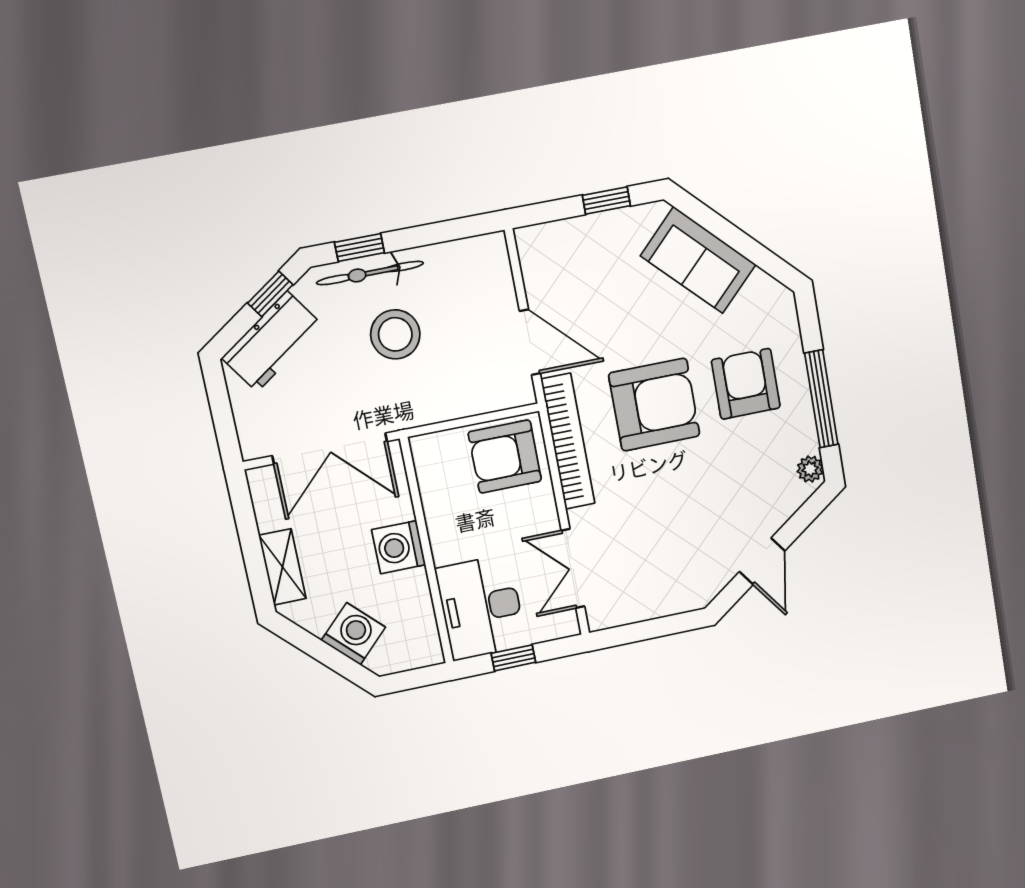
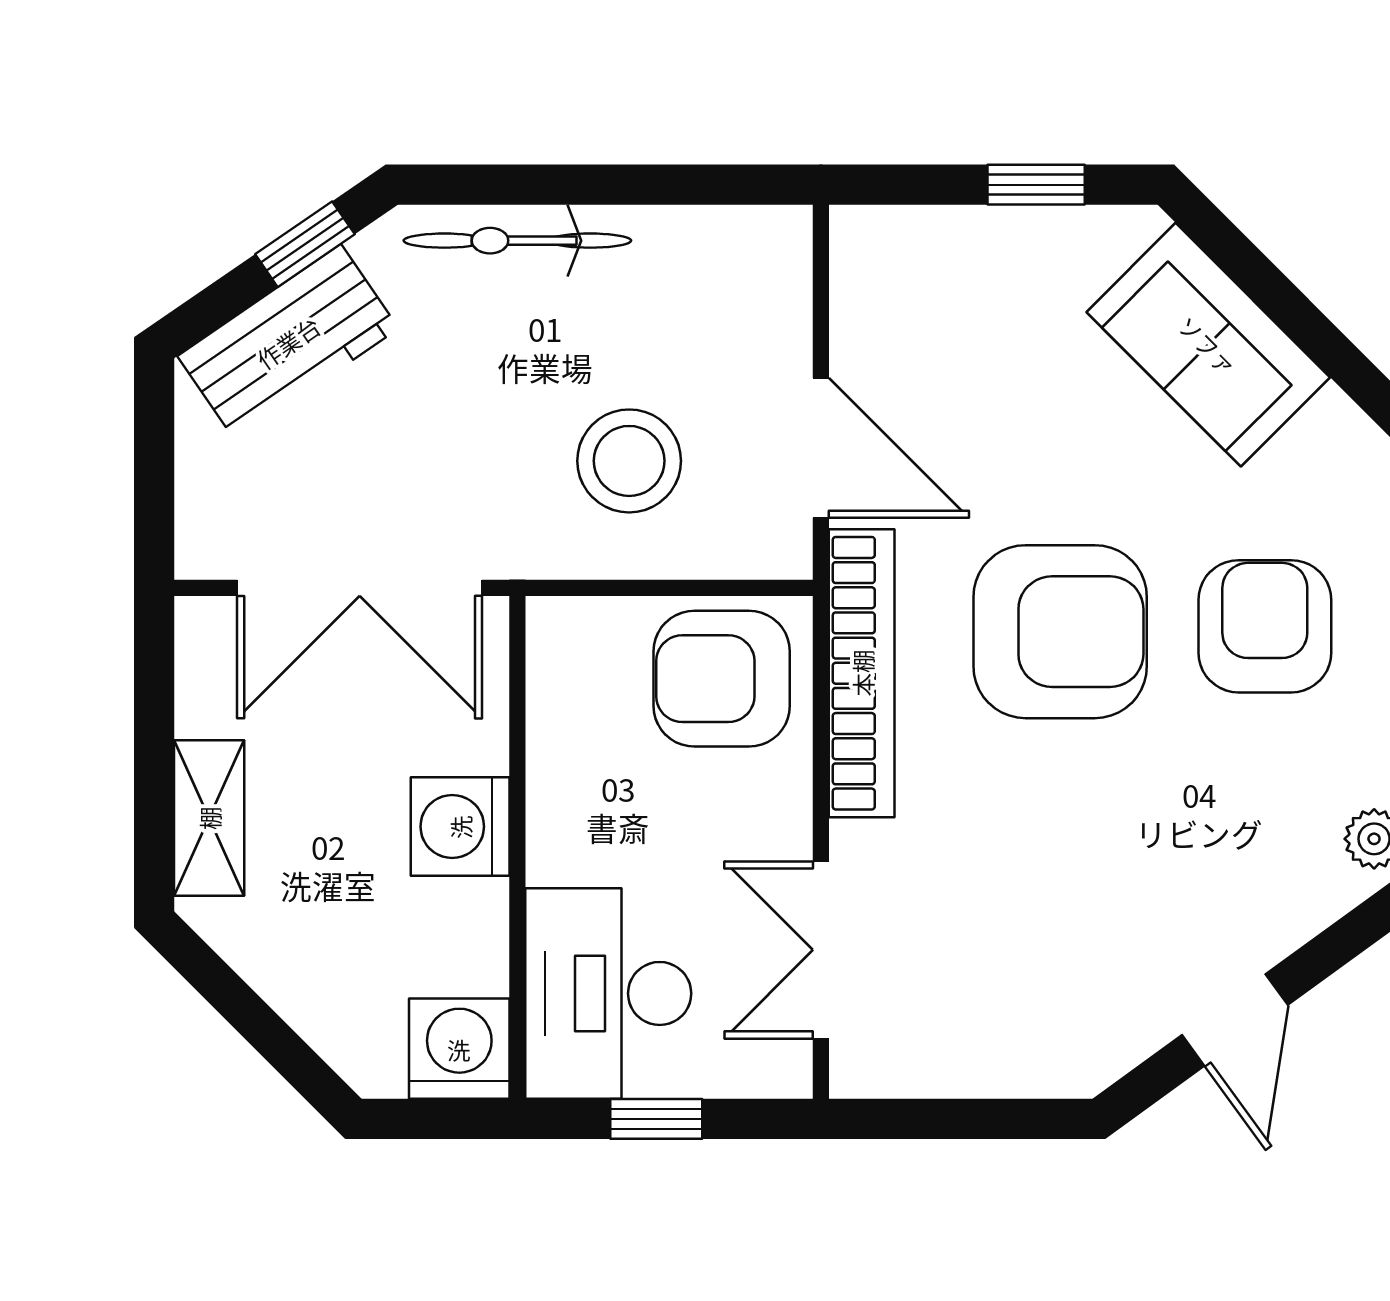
window: (359, 248) -> (506, 185), removed
stool: (395, 334) -> (629, 461), moved
washing machine: (353, 634) -> (459, 1049), moved, turned -45

